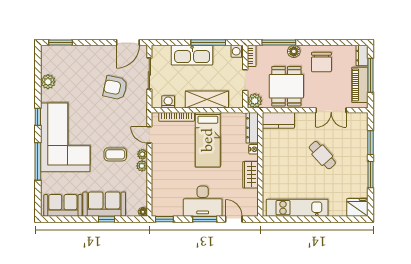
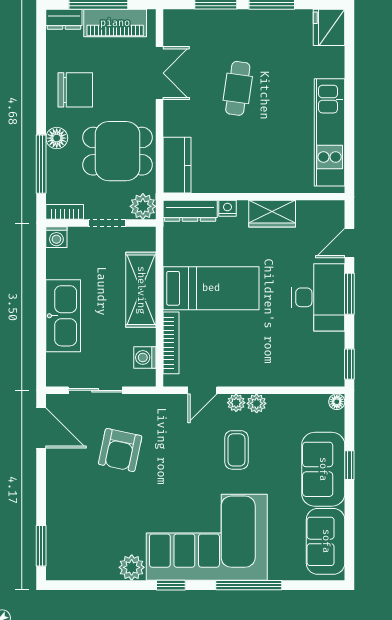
window: (208, 43) -> (41, 287), removed
plant: (48, 82) -> (132, 567), moved
cafe table: (322, 155) -> (238, 88), turned -40

